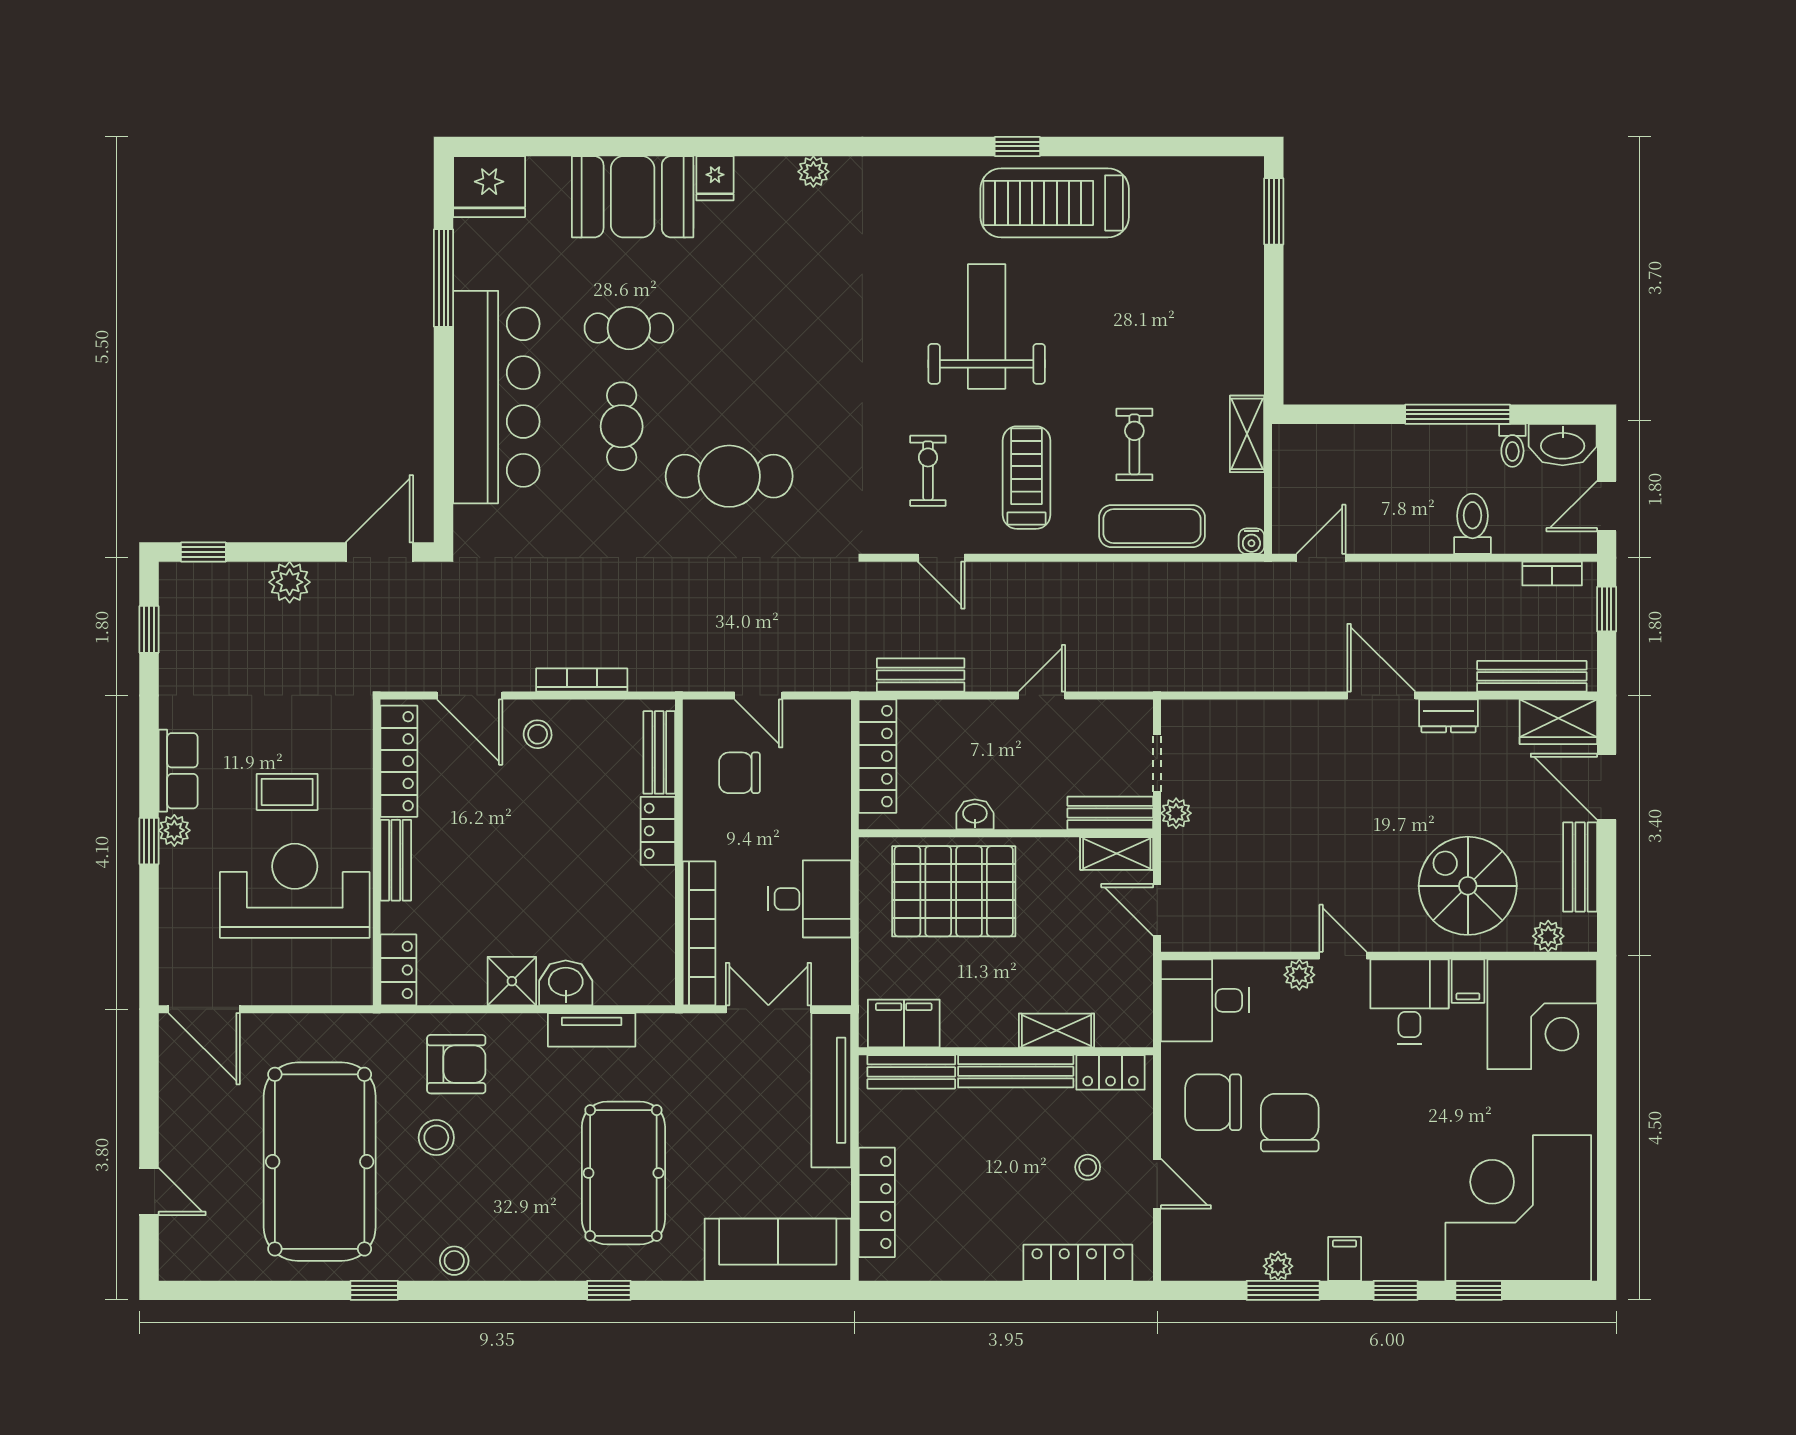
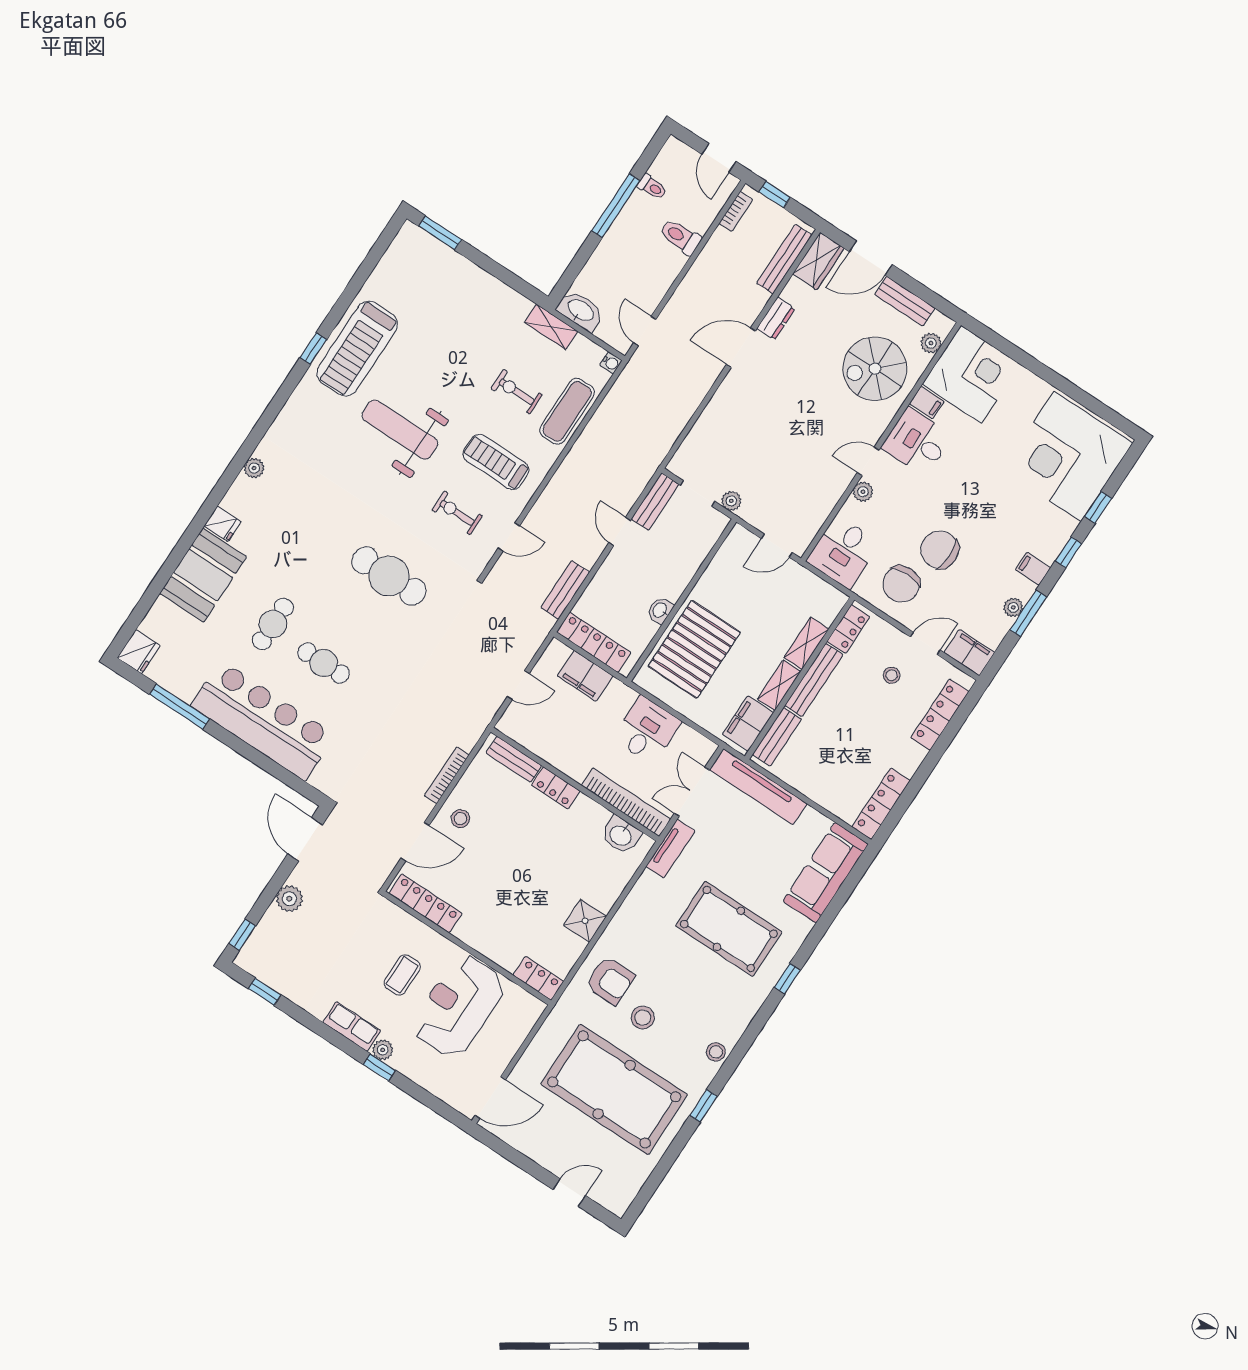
fridge: (489, 187) -> (139, 652), width x0.73, depth x0.75
washbasin: (1563, 445) -> (580, 311), moved, turned -90
cafe table: (729, 476) -> (389, 576), moved, turned 90
chair: (739, 773) -> (553, 723), removed
filing cabinet: (827, 774) -> (585, 676), added
bench: (1110, 813) -> (655, 502), moved
shelving: (1117, 853) -> (779, 685), moved
bench: (396, 860) -> (478, 940), removed
washbasin: (566, 983) -> (621, 835), moved, turned -90
tv unit: (592, 1030) -> (670, 849), moved
armchair: (456, 1064) -> (610, 981), turned 90
locker: (877, 1202) -> (881, 804), moved, turned -90
filing cabinet: (1183, 1248) -> (969, 653), added

